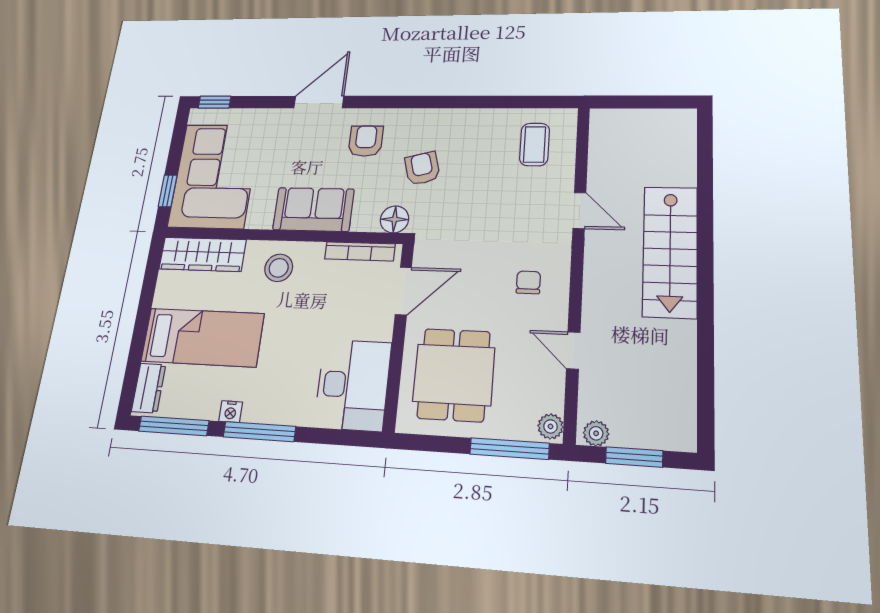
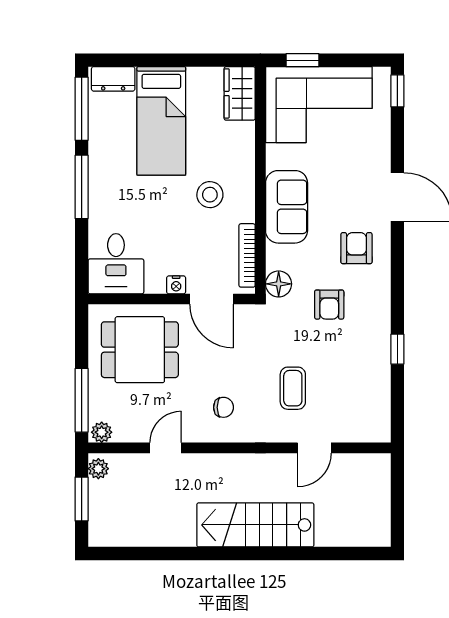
window: (476, 102) -> (397, 349), added
armchair: (366, 141) -> (356, 248), turned -90
coffee table: (535, 144) -> (293, 388), moved, turned 90
armchair: (422, 168) -> (329, 305), turned 105
door: (579, 211) -> (314, 448), moved
wardrobe: (202, 254) -> (240, 93), width x0.67
stool: (279, 268) -> (210, 195), moved
desk: (353, 385) -> (116, 264), width x0.73
nightstand: (231, 412) -> (176, 285), moved, turned -90

